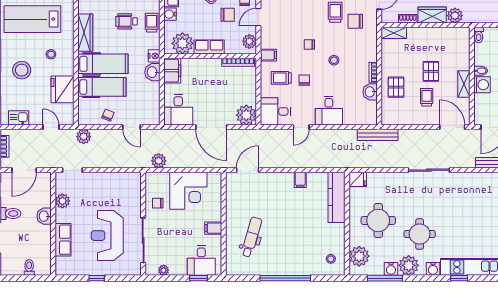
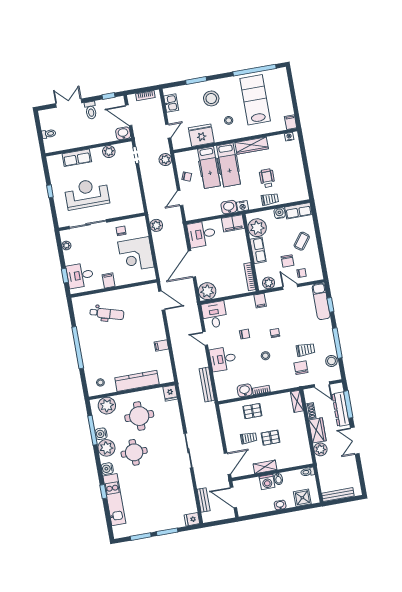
trolley: (281, 78) -> (243, 315), removed
bench: (378, 135) -> (207, 385), moved
kitchen counter: (337, 197) -> (137, 381), moved
washbasin: (44, 216) -> (123, 133), moved

